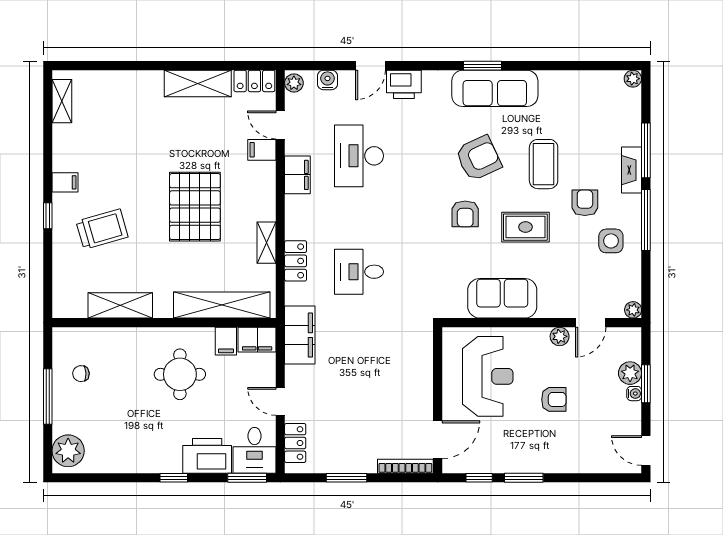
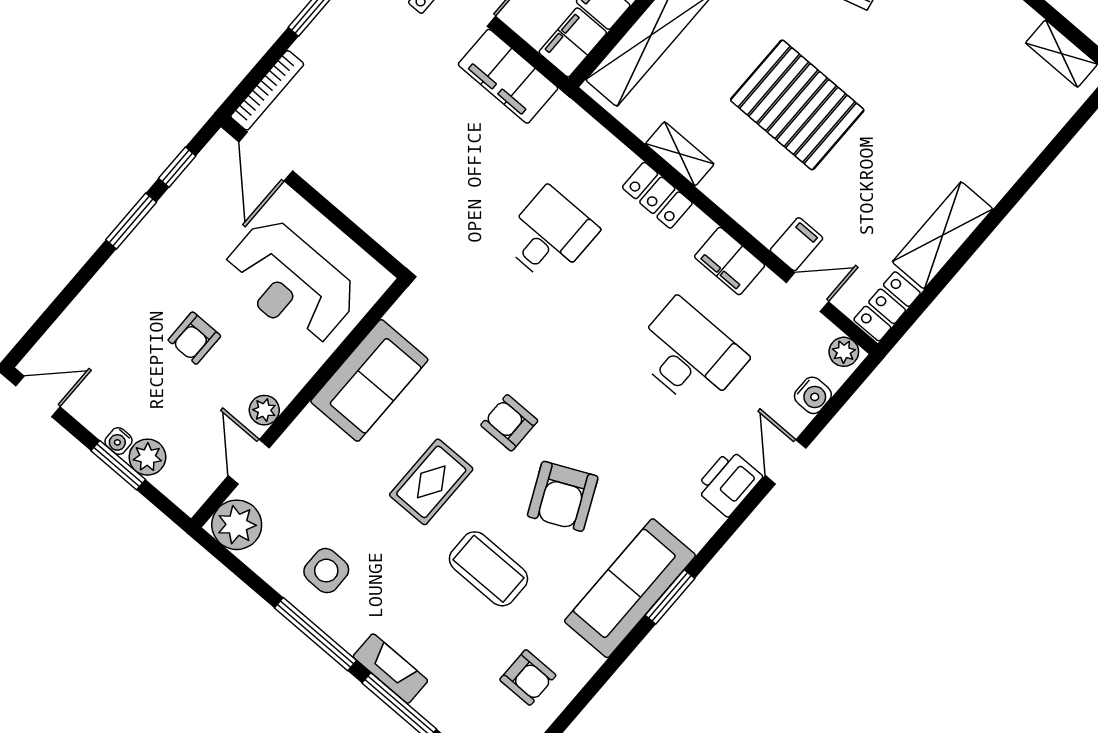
armchair: (585, 203) -> (528, 678), moved
locker: (296, 261) -> (657, 195), moved
plant: (633, 310) -> (237, 525), width x1.87, depth x1.87
filing cabinet: (300, 335) -> (508, 76), moved

